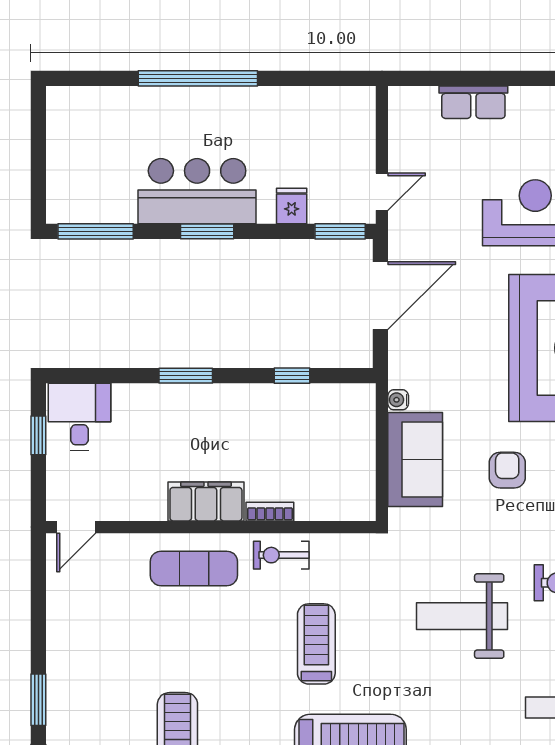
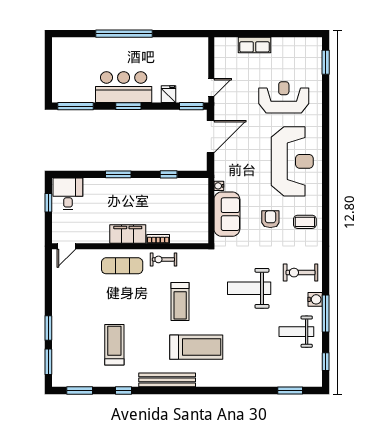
treadmill: (316, 644) -> (180, 301), turned 180

